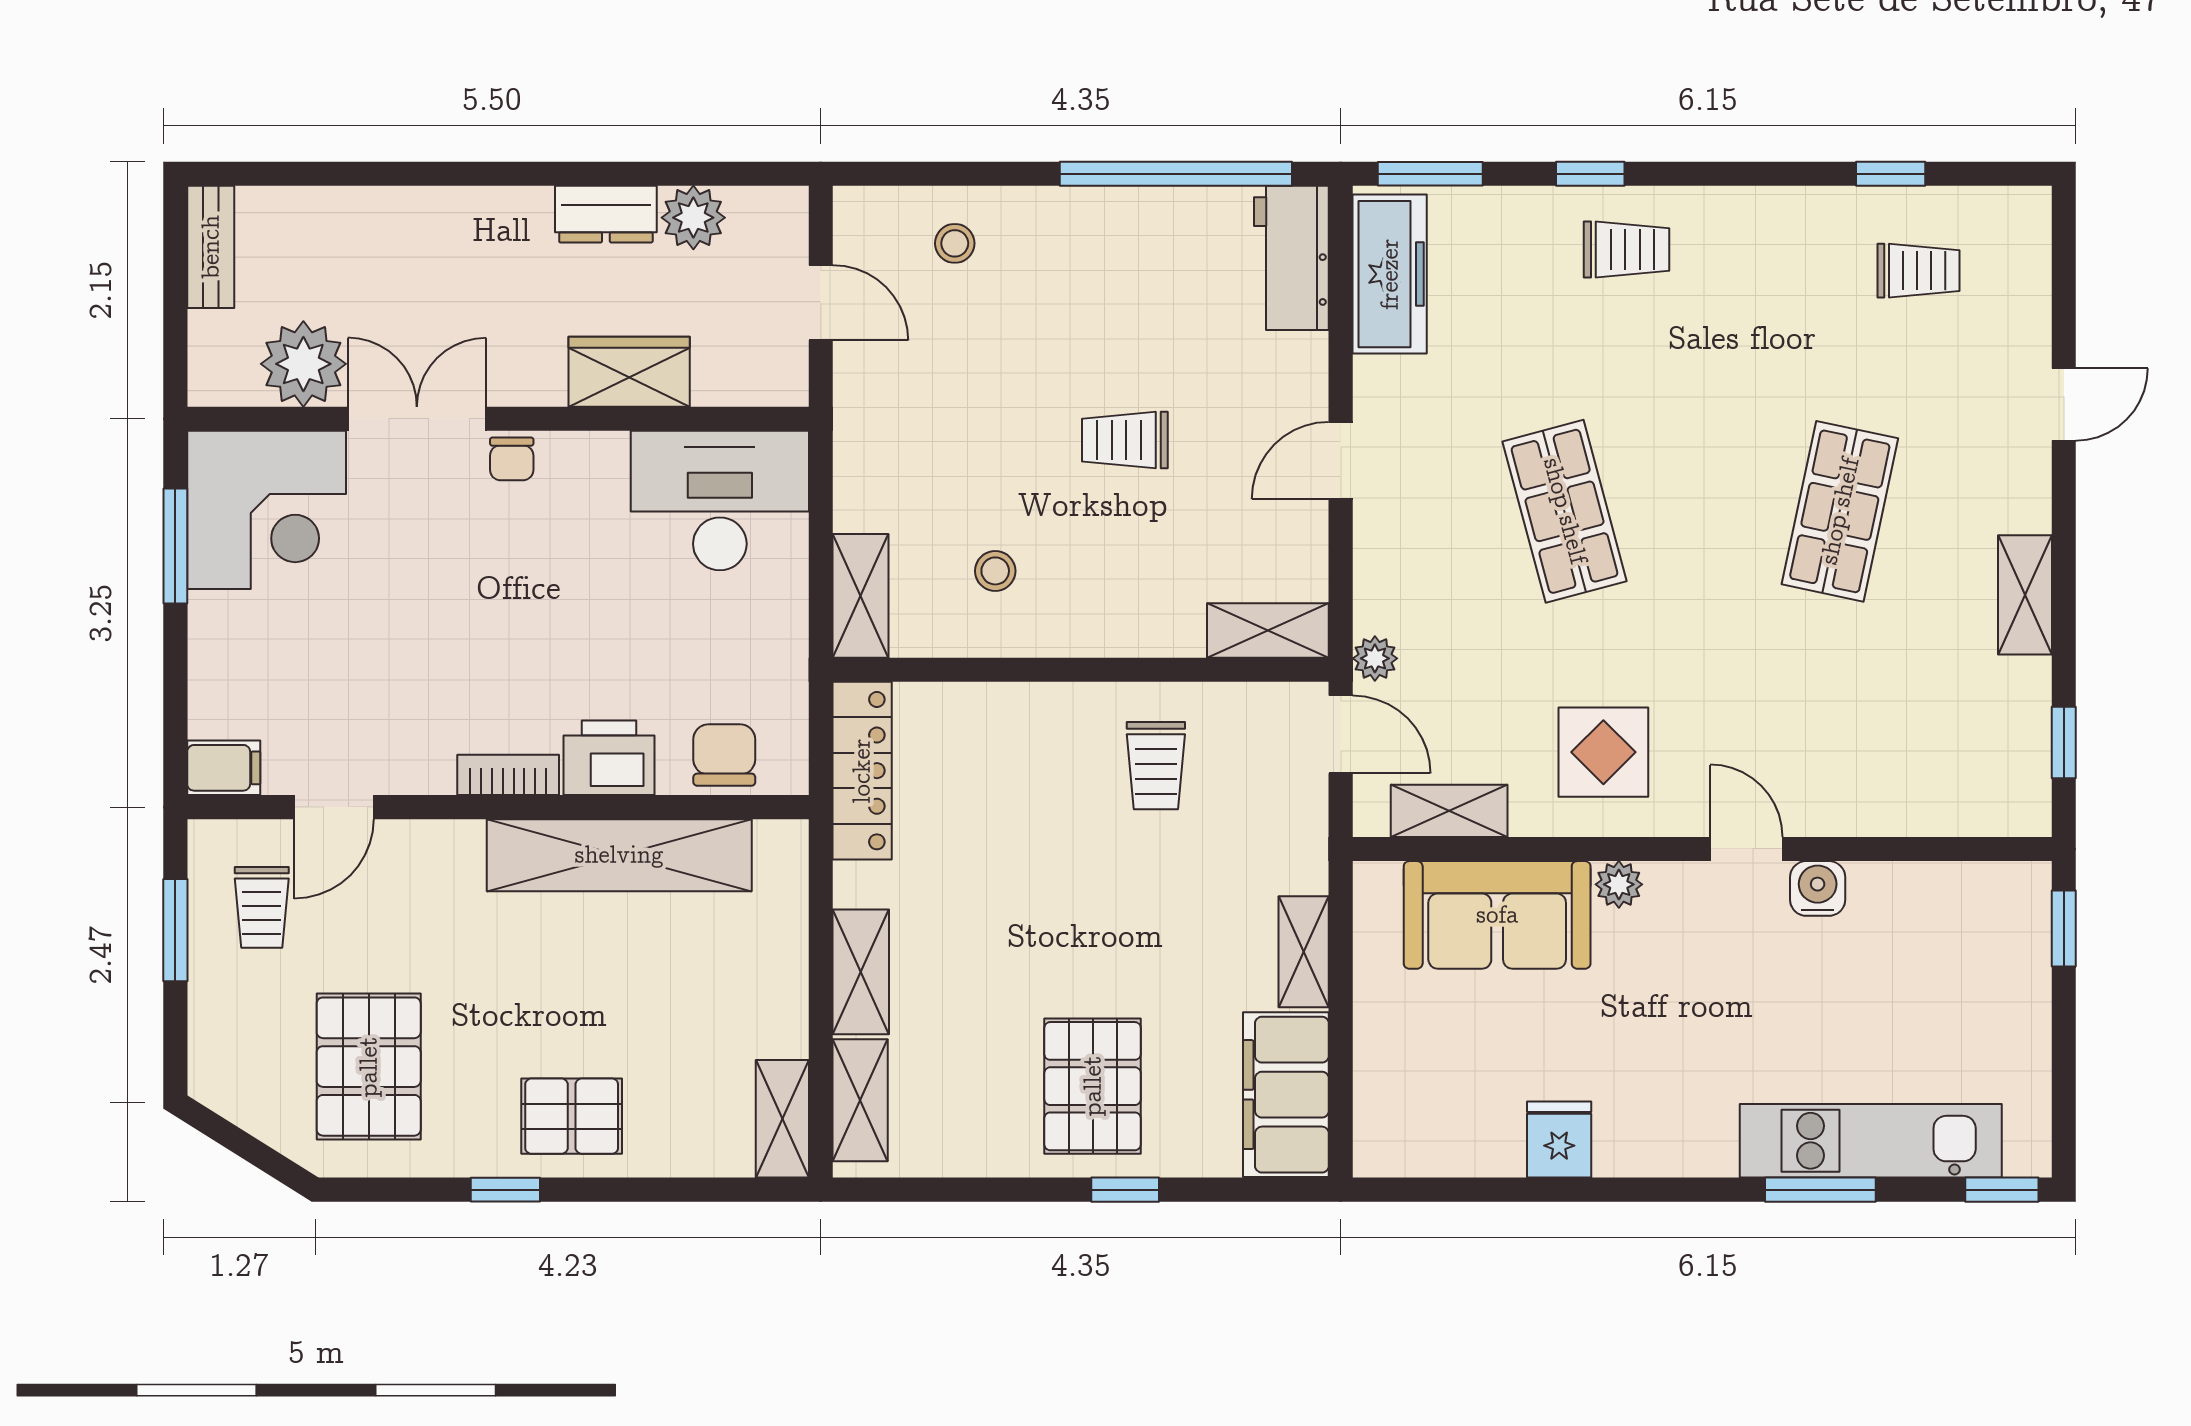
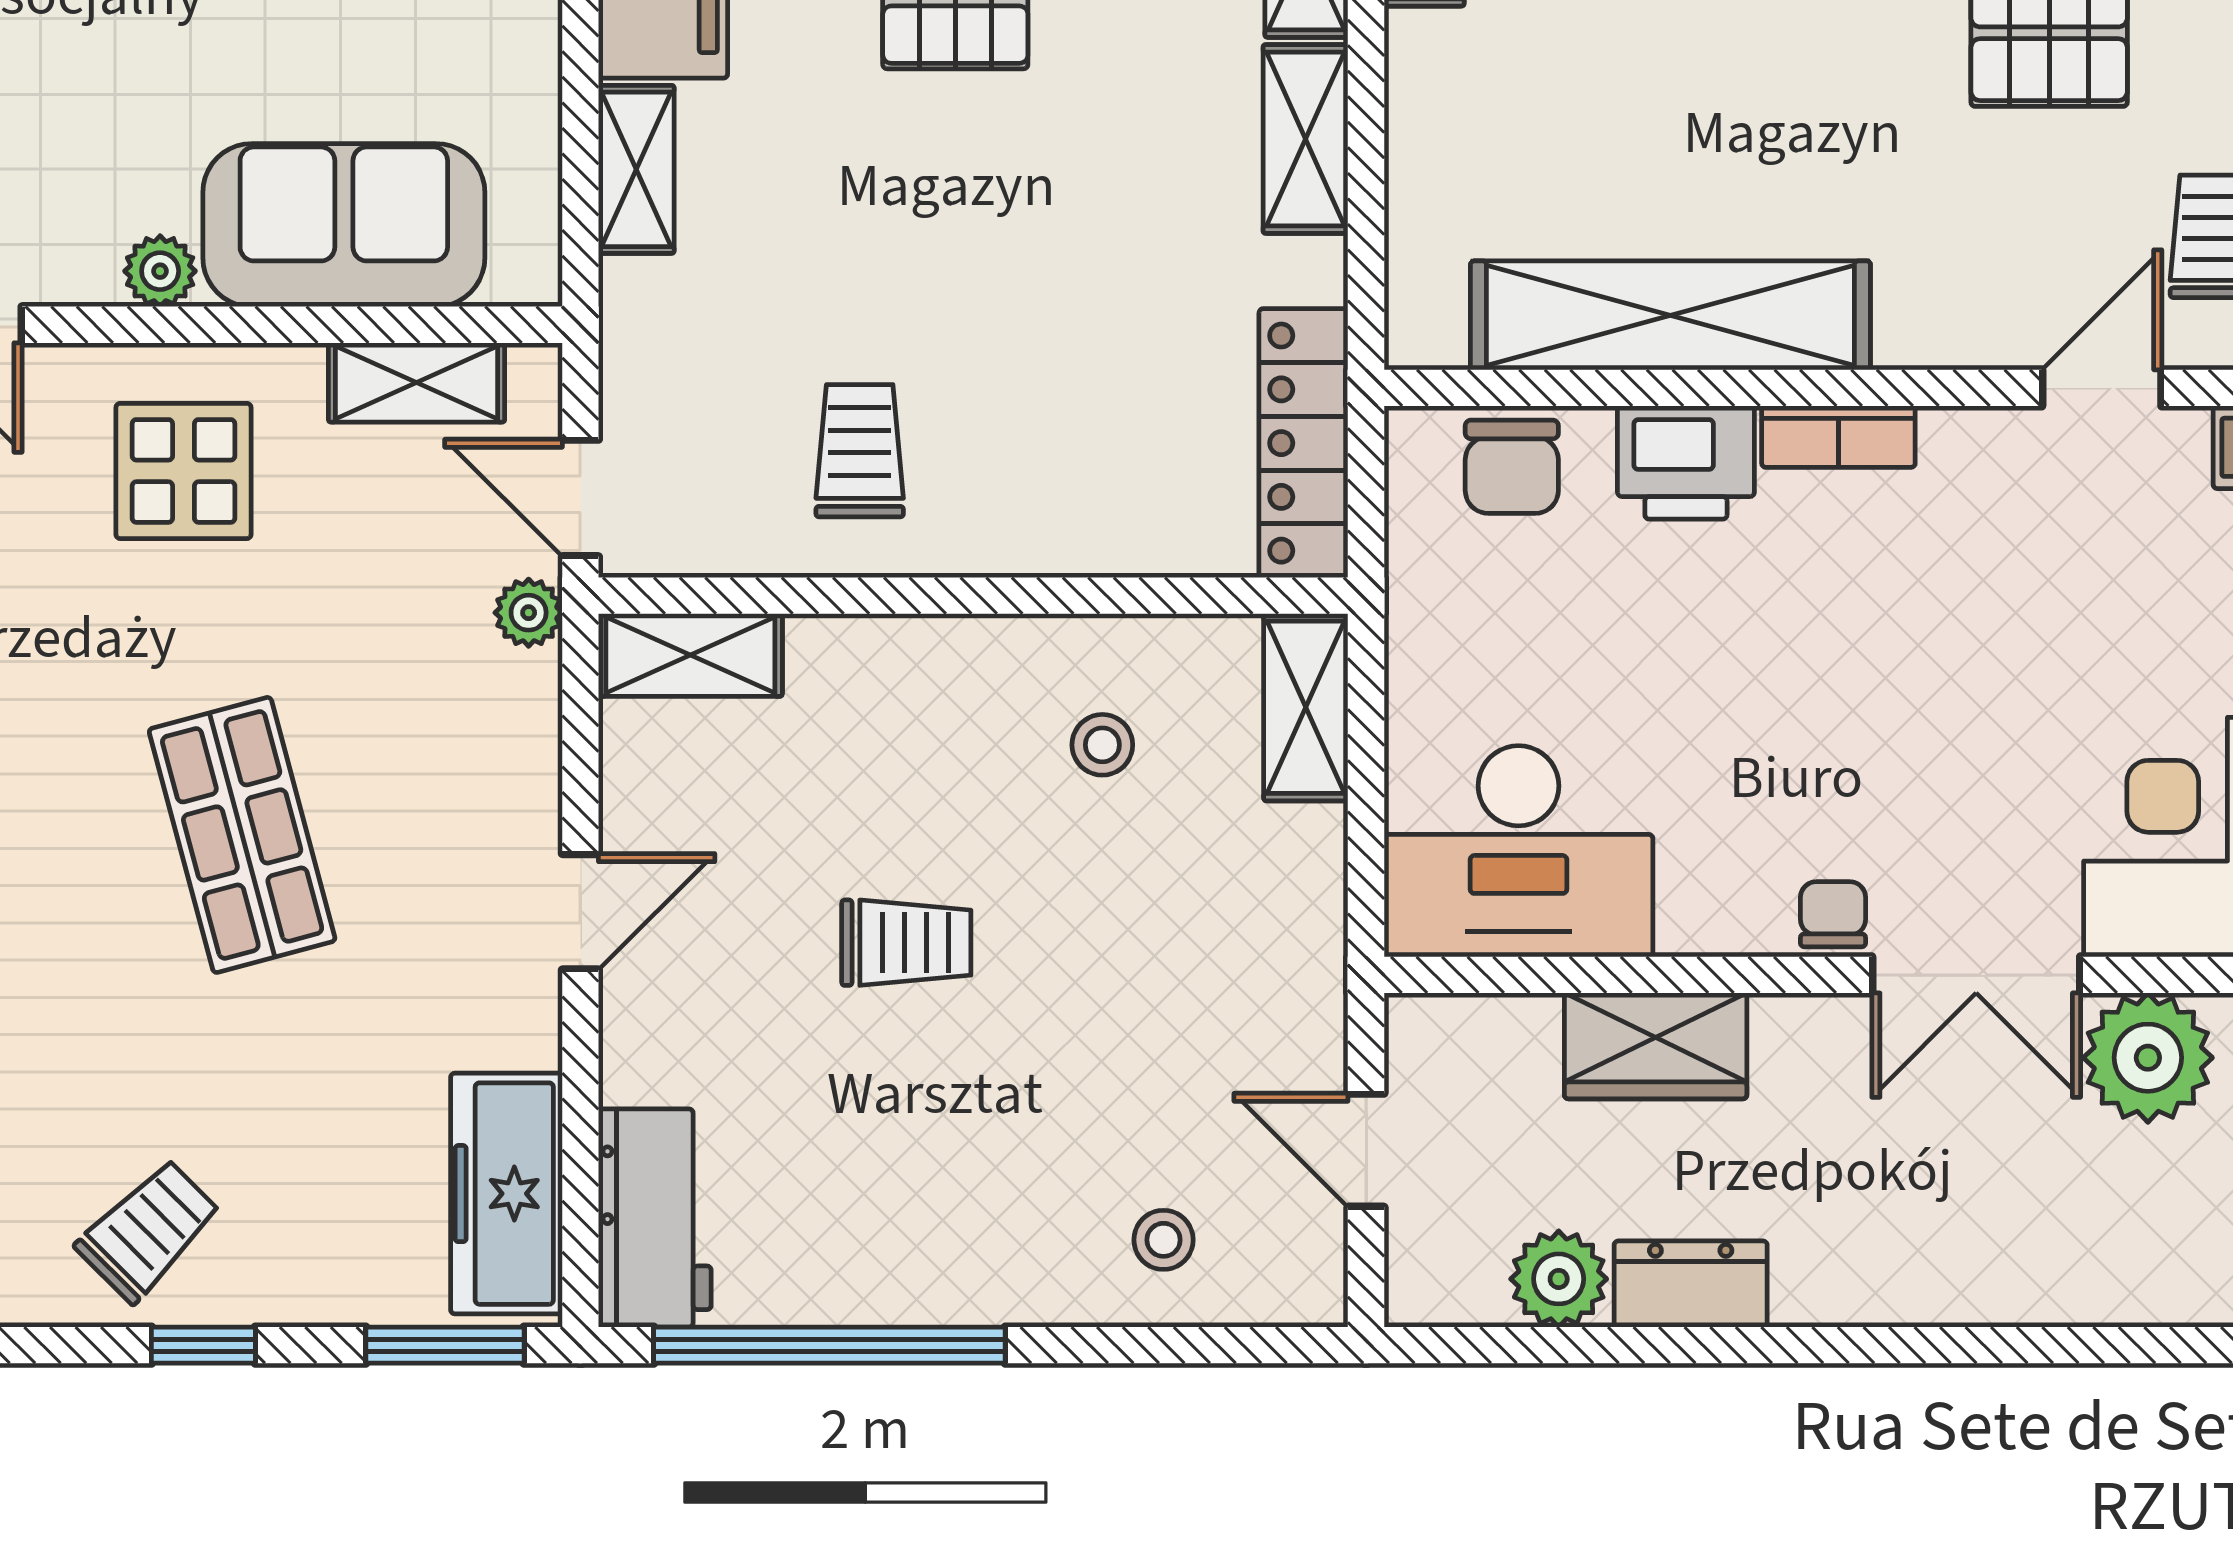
trolley: (1627, 250) -> (148, 1231), turned 135

